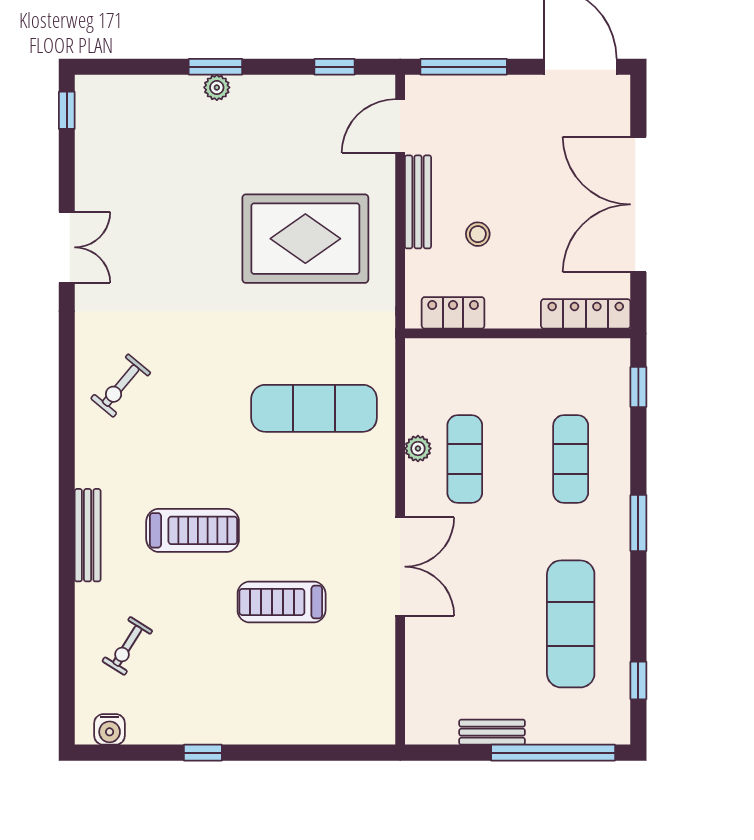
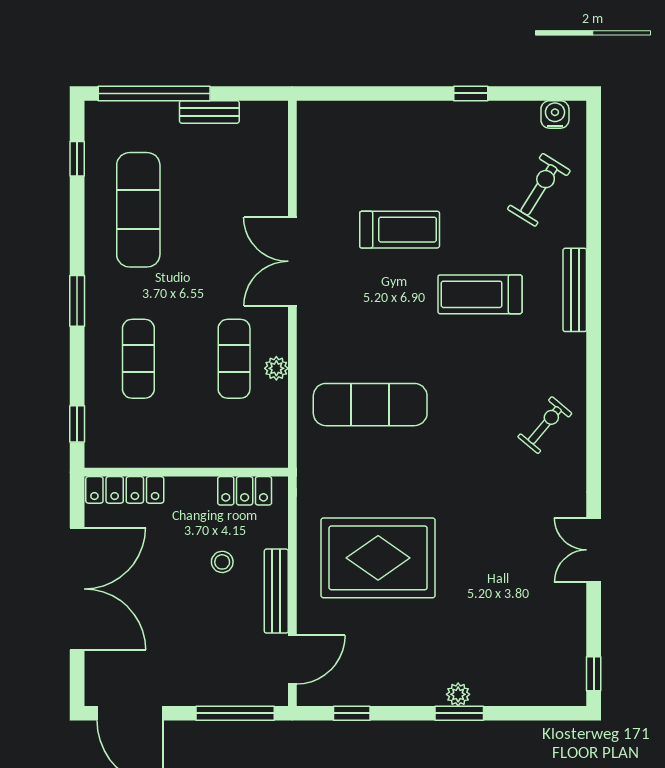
exercise bike: (127, 646) -> (539, 190), width x1.38, depth x1.39

